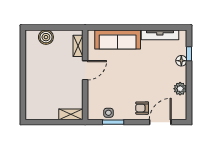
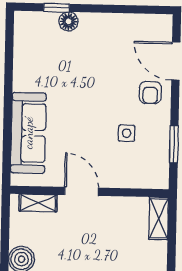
tv unit: (160, 35) -> (22, 58), removed
plant: (180, 89) -> (118, 25), removed
side table: (108, 113) -> (127, 133), moved

